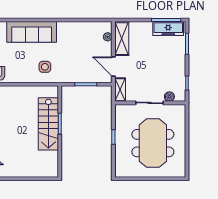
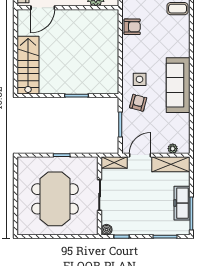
freezer: (168, 29) -> (182, 203), moved
sofa: (32, 32) -> (178, 85), moved
armchair: (66, 68) -> (138, 103), added
boiler: (169, 97) -> (107, 230), moved
stairs: (48, 124) -> (28, 65), moved, turned 90
meeting table: (153, 143) -> (55, 199), turned 90

